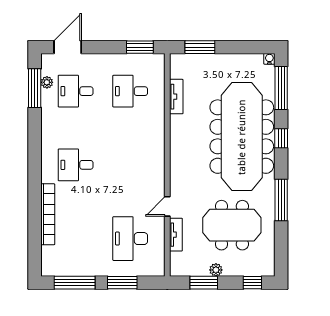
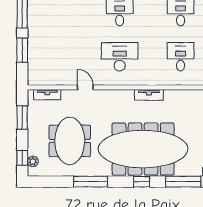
tv unit: (176, 97) -> (149, 95), moved
tv unit: (176, 235) -> (47, 95), moved
desk: (130, 239) -> (120, 57), moved
plant: (216, 270) -> (33, 161), moved

